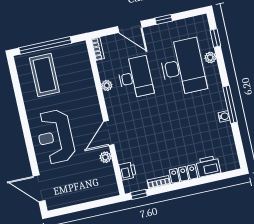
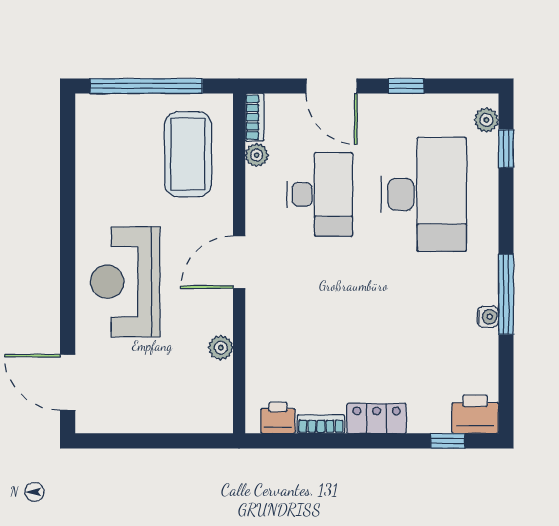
plant: (210, 57) -> (486, 120), moved
coffee table: (44, 75) -> (188, 154), moved
plant: (107, 85) -> (257, 155), moved
door: (109, 133) -> (239, 262), moved
printer: (208, 166) -> (475, 414), moved
printer: (127, 171) -> (278, 418), moved, turned -90
window: (139, 194) -> (448, 441), moved

